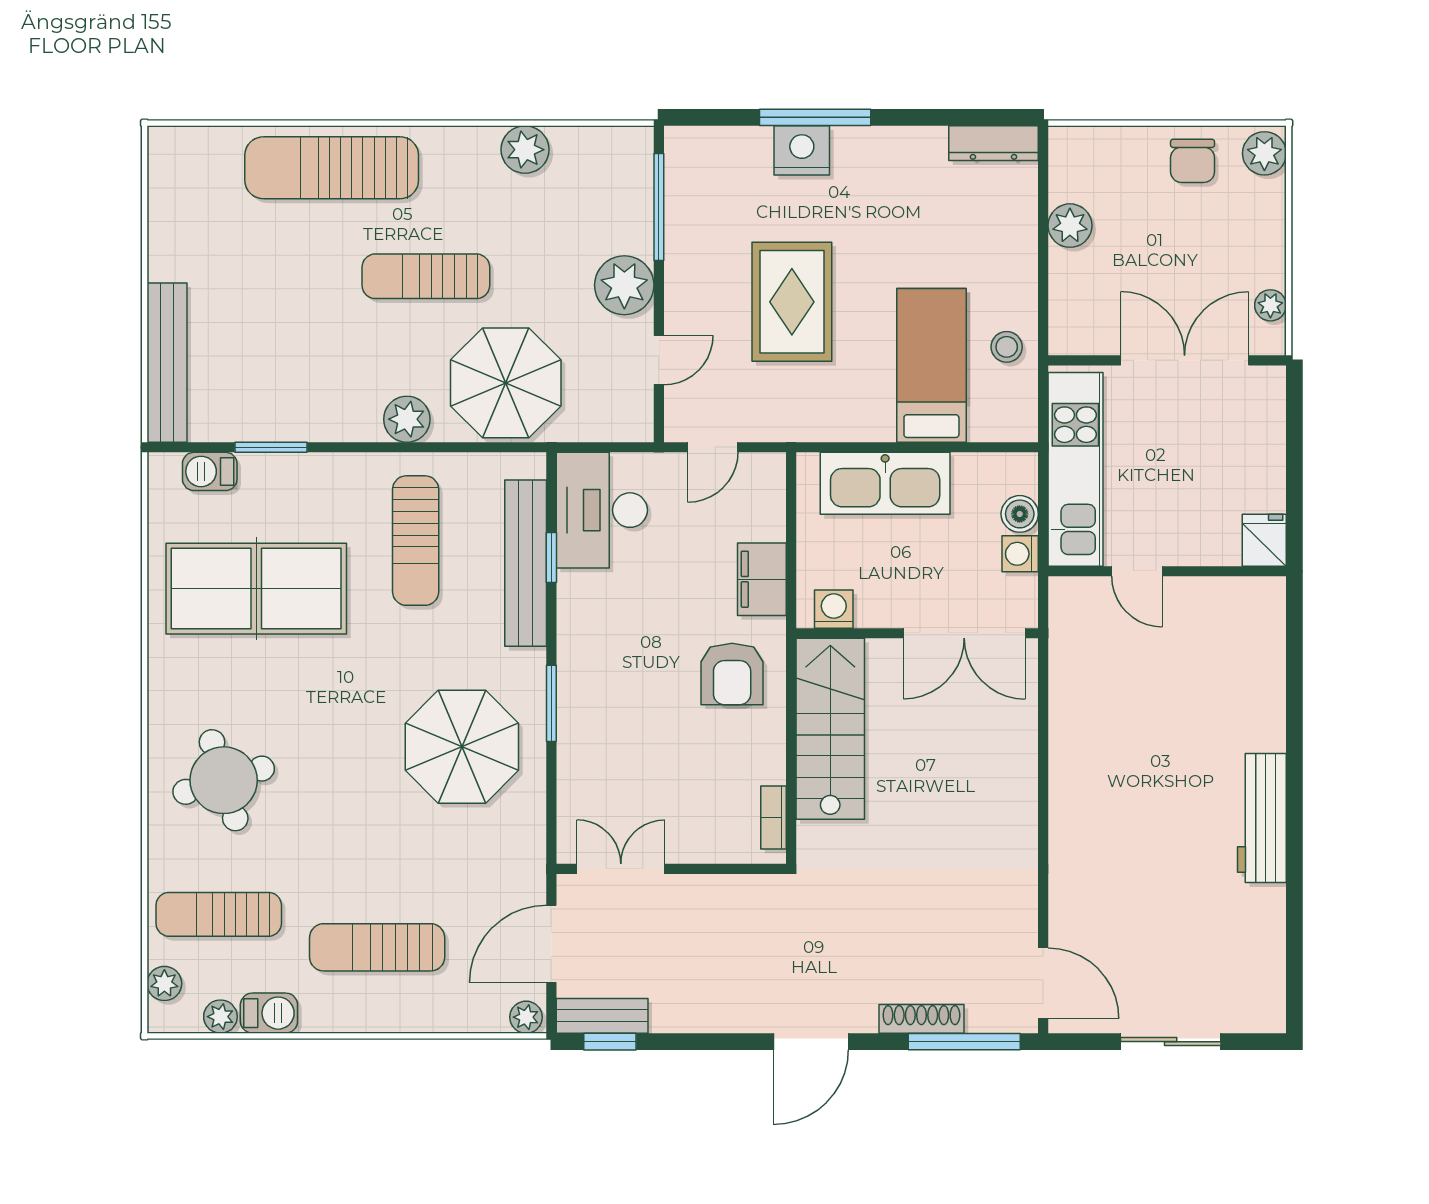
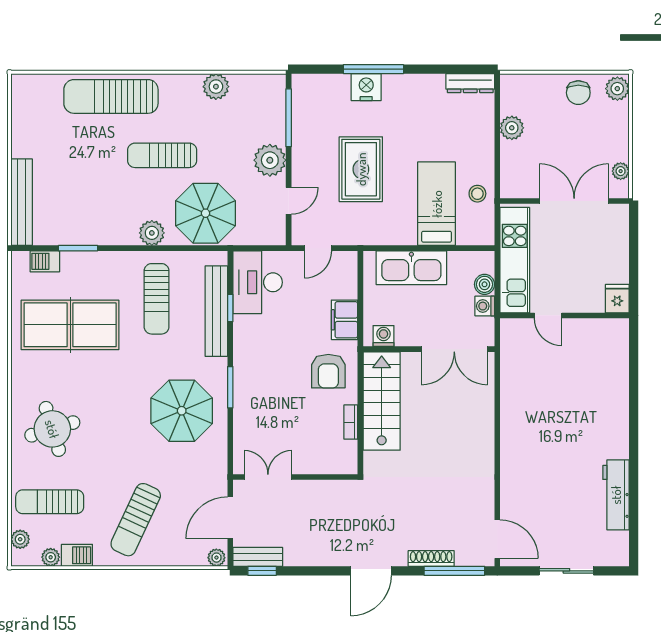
bookcase: (773, 818) -> (351, 422), moved
workbench: (1262, 818) -> (616, 495), moved
sun lounger: (377, 947) -> (136, 520), turned -65

